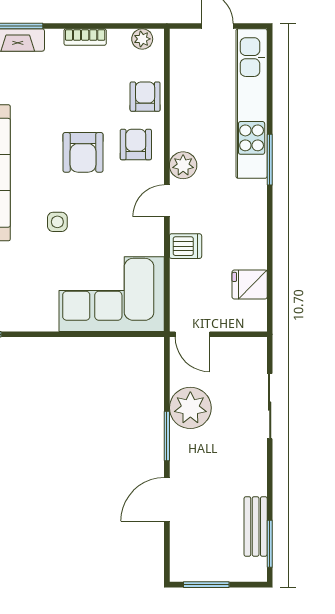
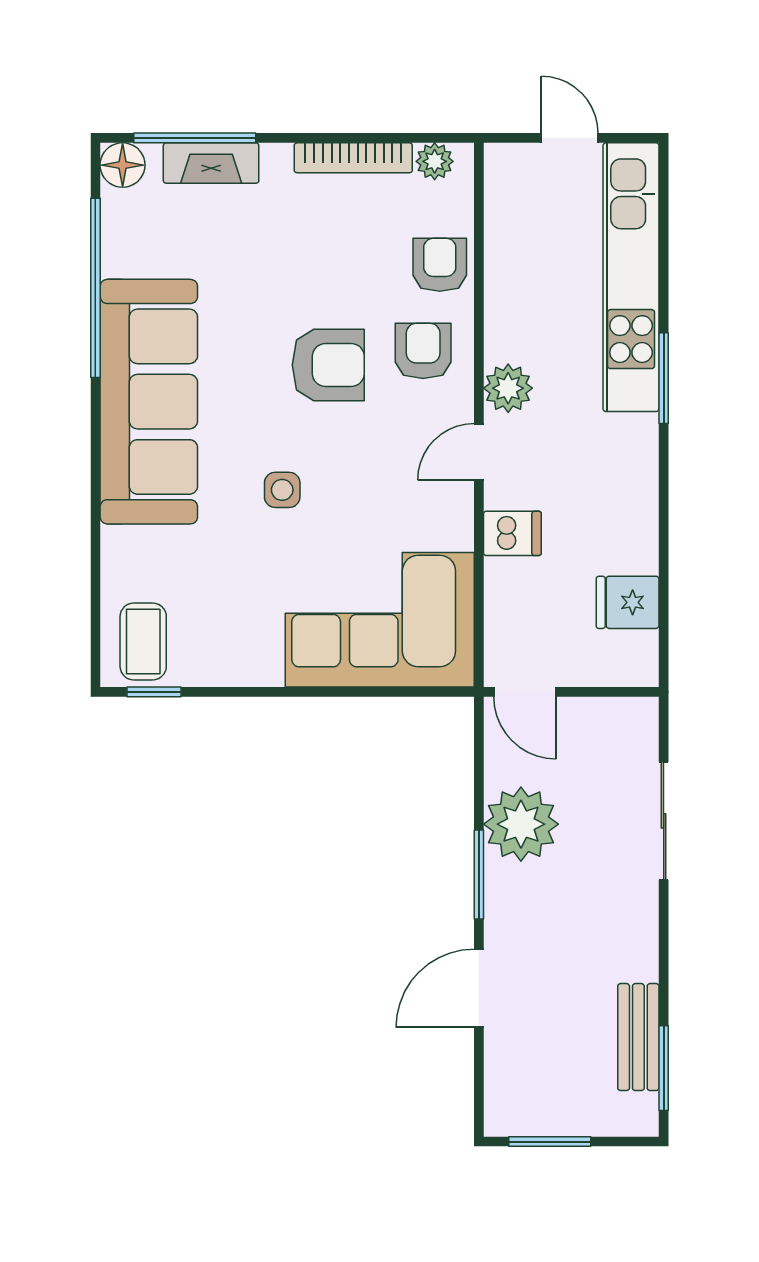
bookcase: (85, 37) -> (353, 158), width x1.56
armchair: (83, 152) -> (328, 365), turned -90

